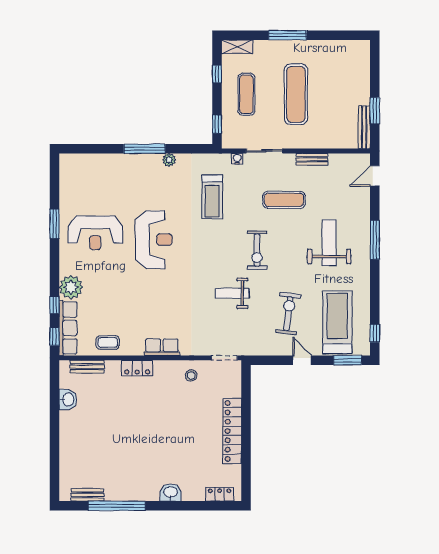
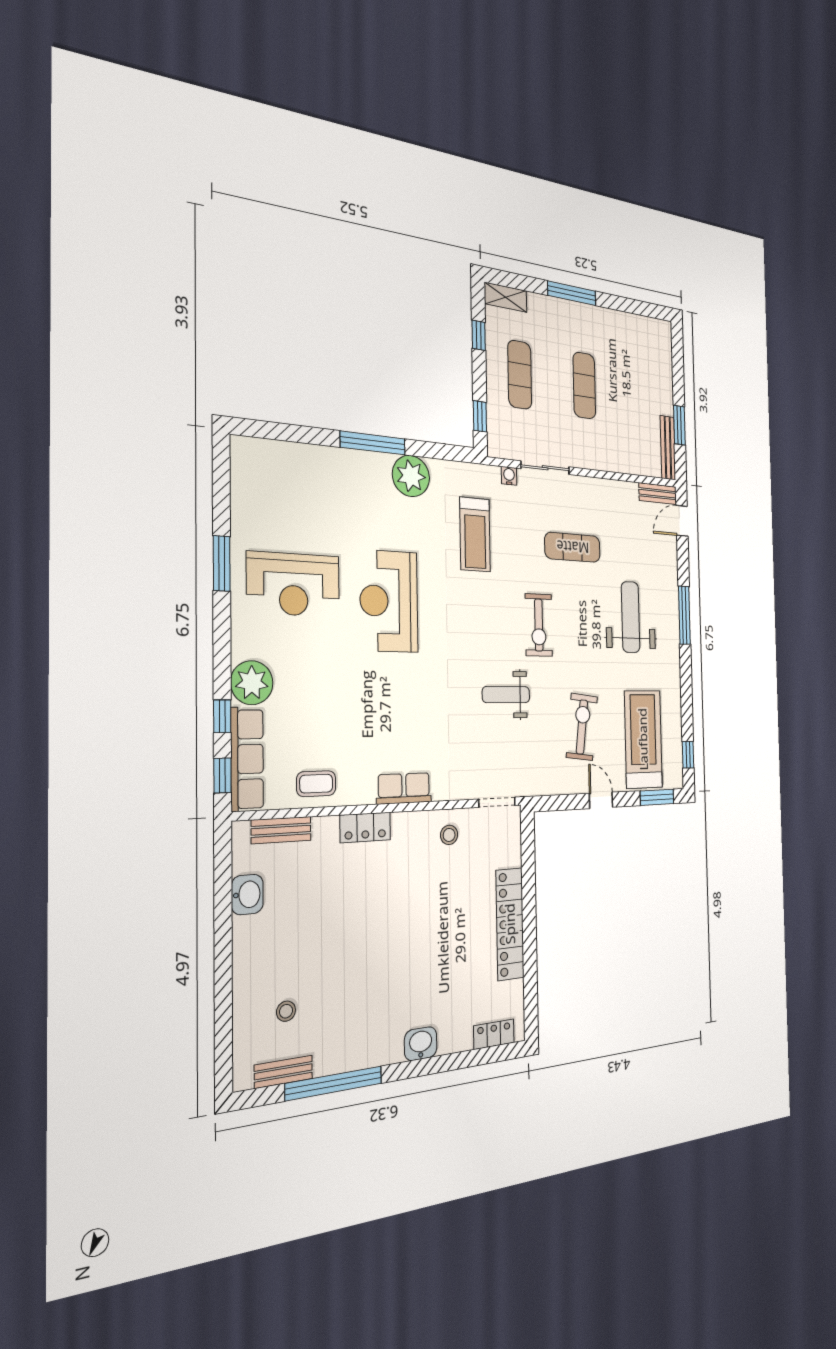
exercise mat: (296, 94) -> (584, 386), width x0.73, depth x0.69
bench: (312, 159) -> (658, 494), moved
plant: (169, 160) -> (411, 476), width x1.88, depth x1.88
reception desk: (154, 240) -> (389, 601), turned 180
stool: (89, 463) -> (286, 1011), added

